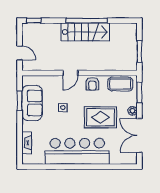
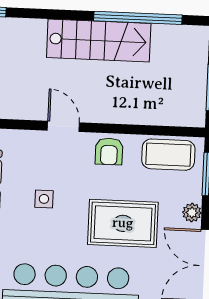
window: (87, 21) -> (138, 18), moved
door: (70, 73) -> (63, 126), swing flipped

